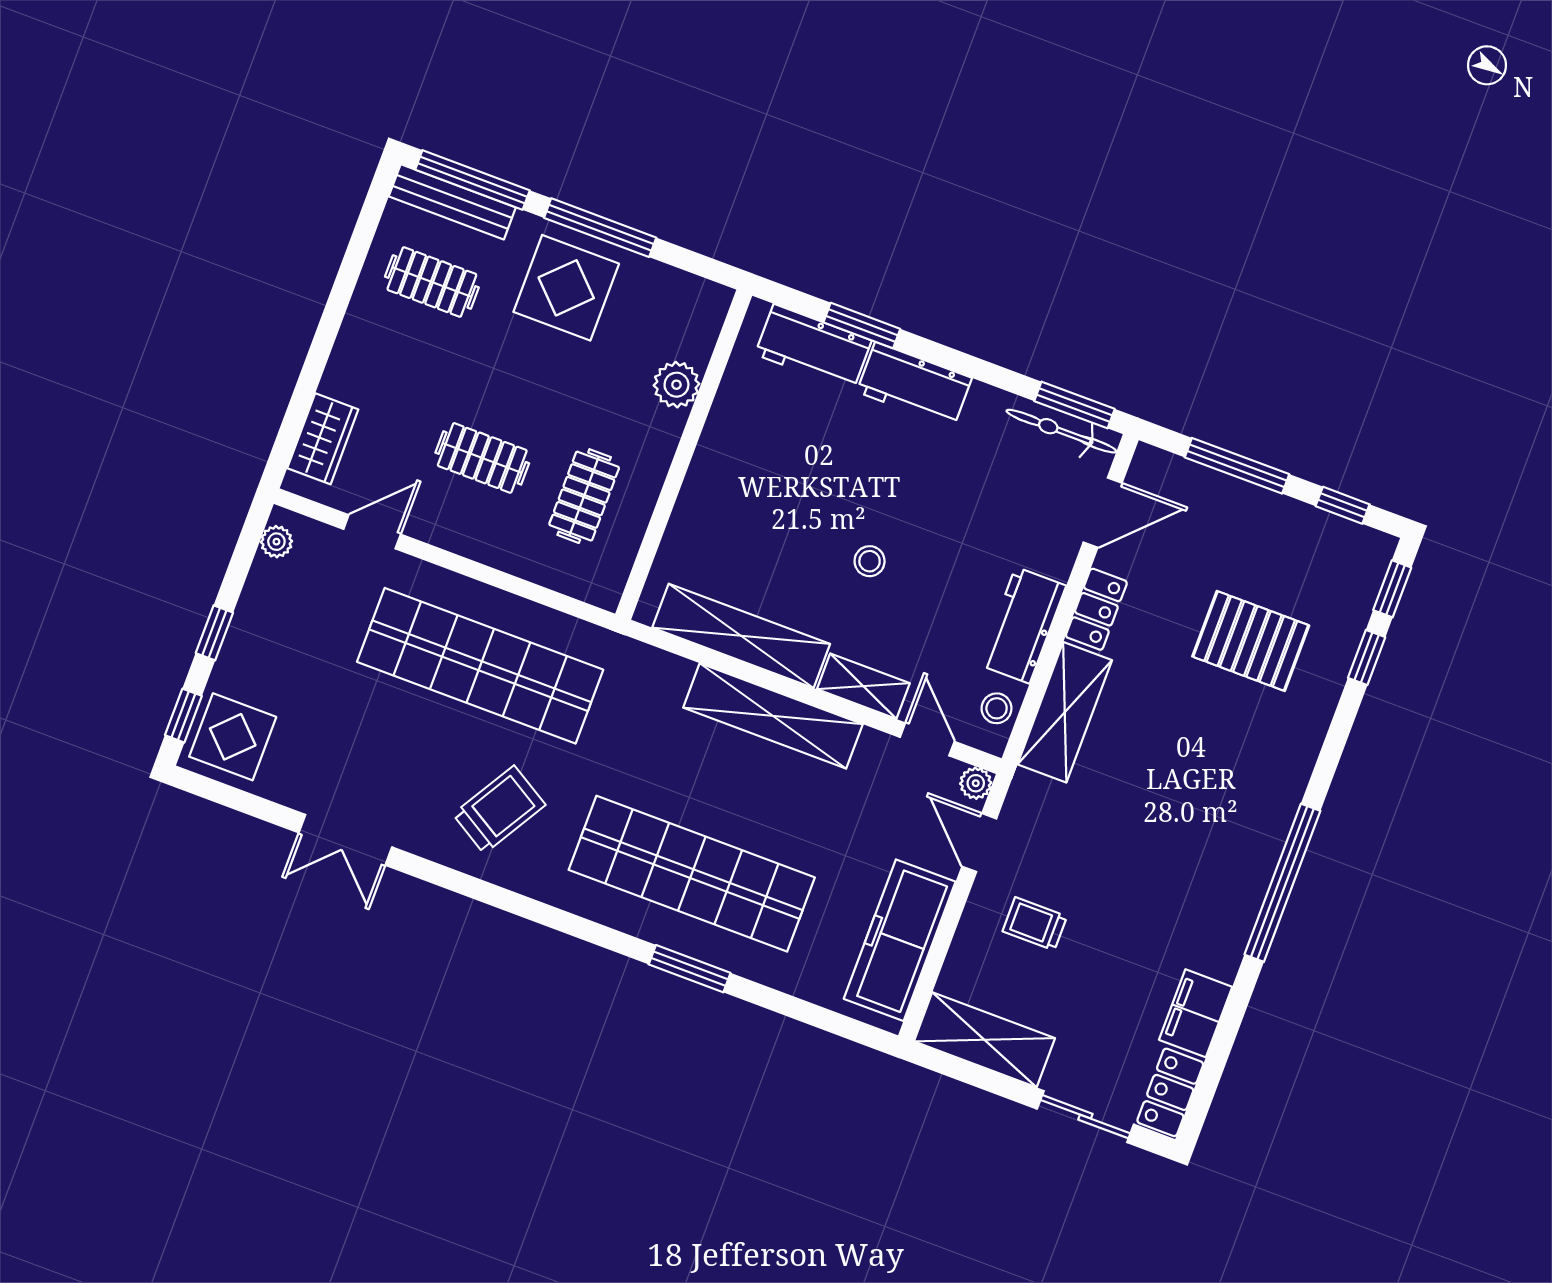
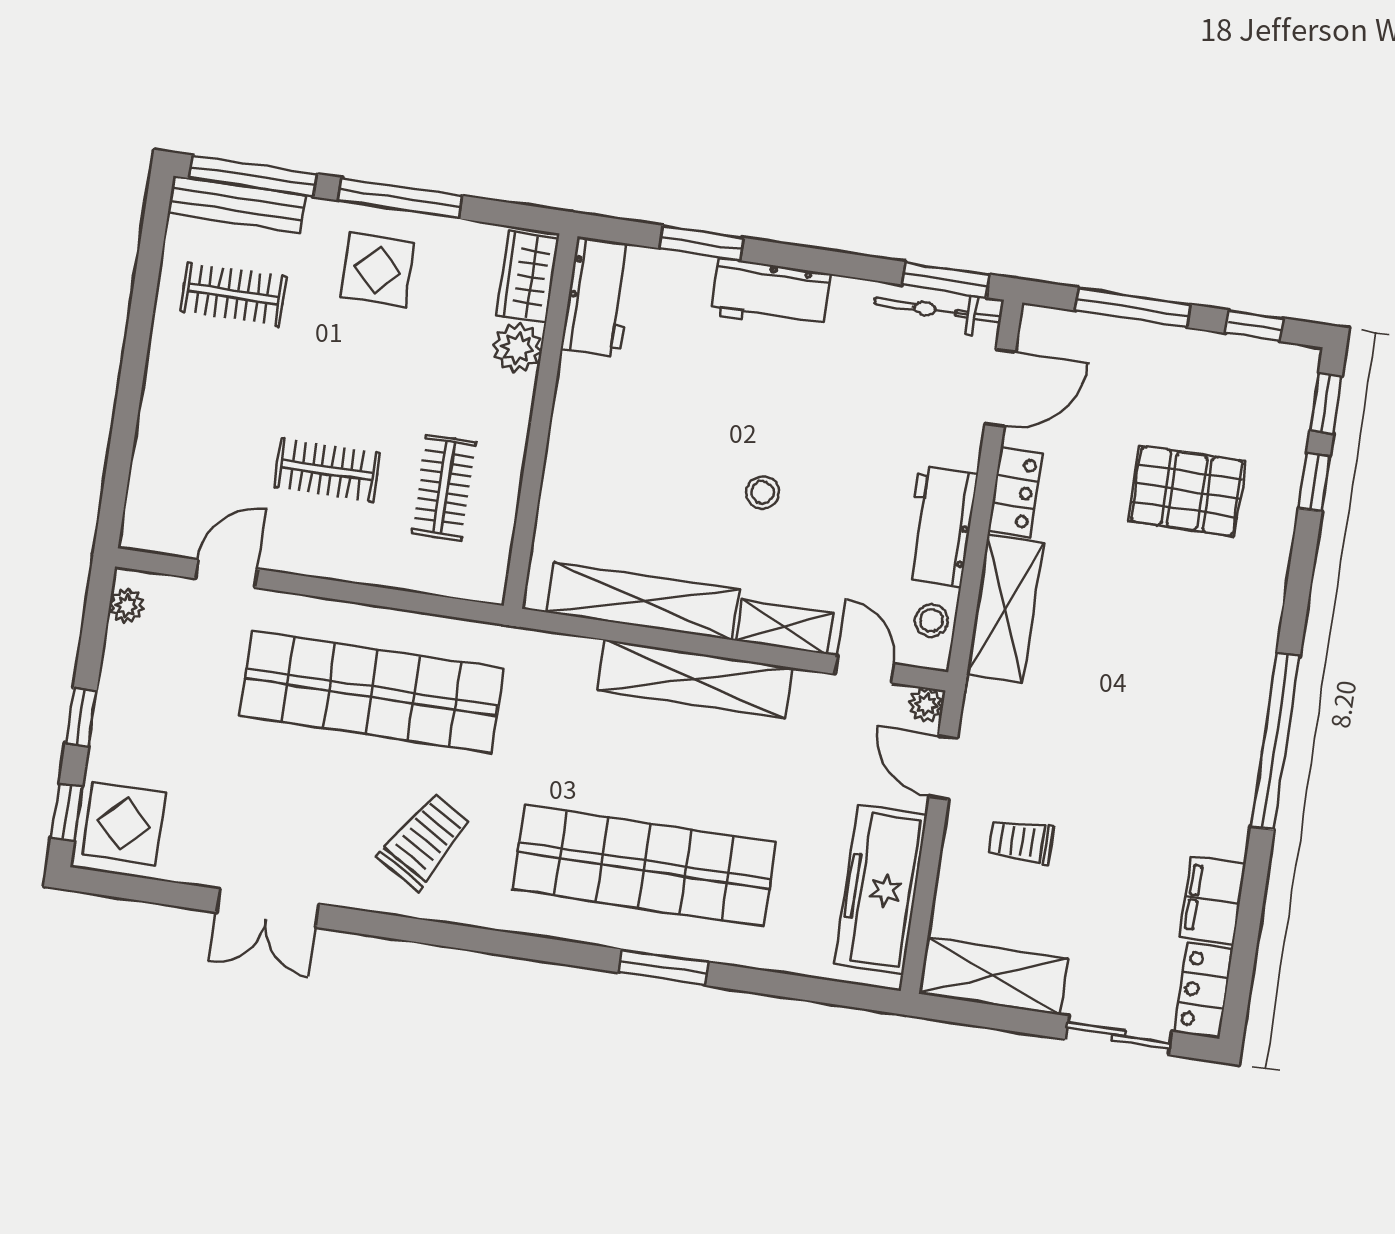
display table: (566, 288) -> (378, 270), width x0.73, depth x0.73
workbench: (813, 347) -> (598, 297), moved, turned -90
wardrobe: (323, 439) -> (528, 277), moved, turned 180

